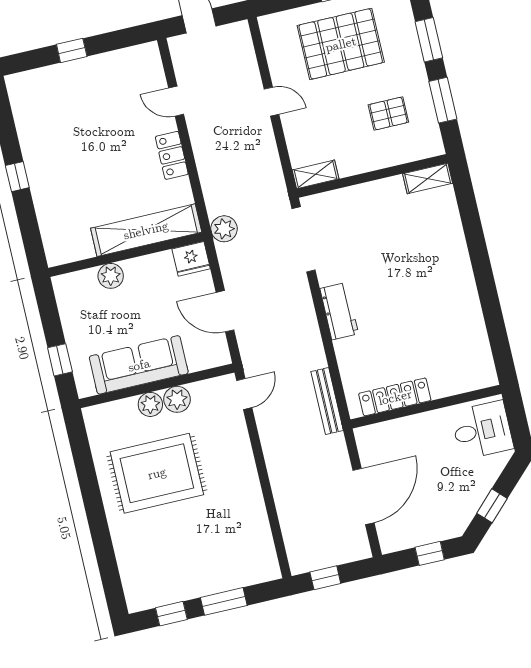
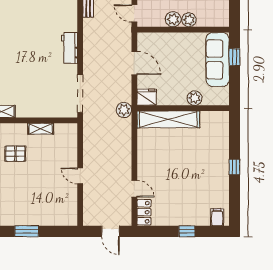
pallet: (341, 44) -> (33, 199), removed
filing cabinet: (27, 86) -> (217, 217), added
locker: (172, 155) -> (144, 212), moved
shelving: (316, 174) -> (41, 129), moved
sofa: (139, 365) -> (218, 59), moved, turned 90
door: (244, 394) -> (134, 13), hinge flipped

